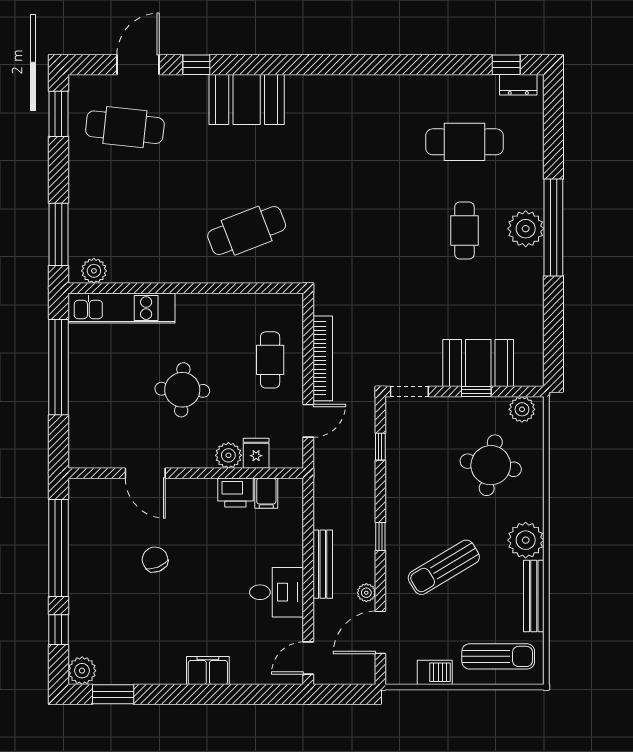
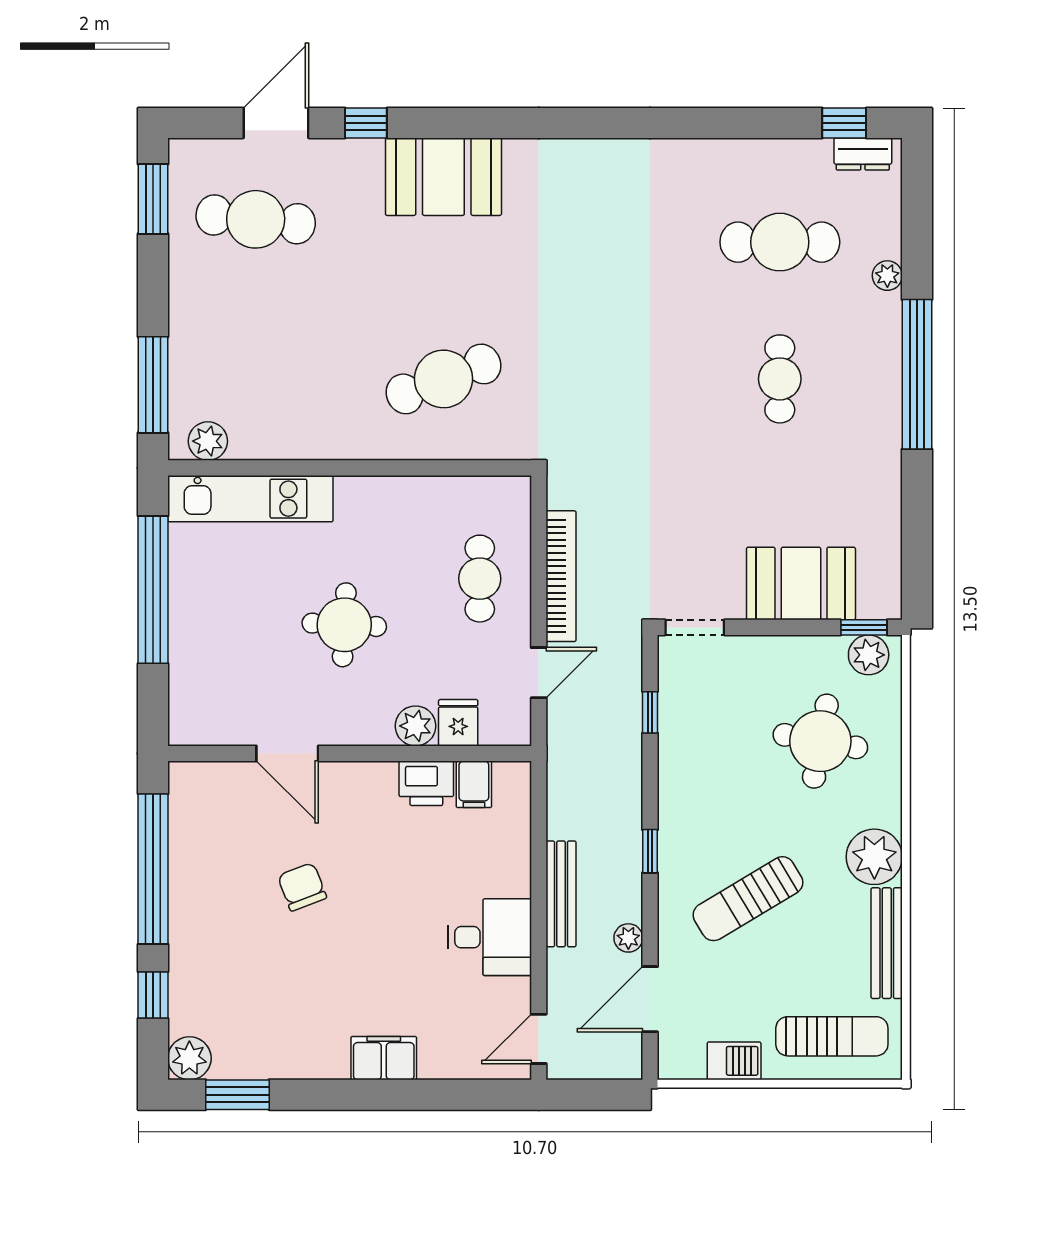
plant: (526, 229) -> (887, 276), moved, width x0.53, depth x0.53
window: (476, 391) -> (864, 627), moved

